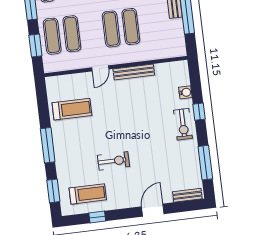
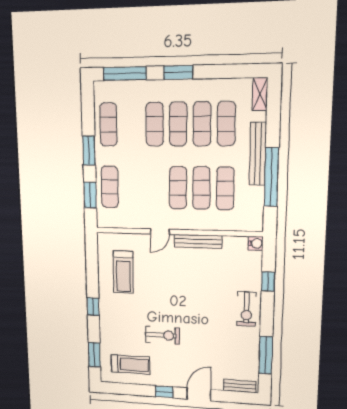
exercise mat: (72, 34) -> (225, 188), moved
water cooler: (185, 92) -> (256, 243), moved
treadmill: (72, 109) -> (123, 272), turned 90
window: (199, 112) -> (268, 282), moved
window: (48, 145) -> (93, 306), width x0.46
window: (97, 217) -> (164, 392), moved

